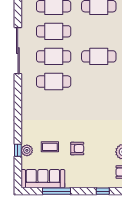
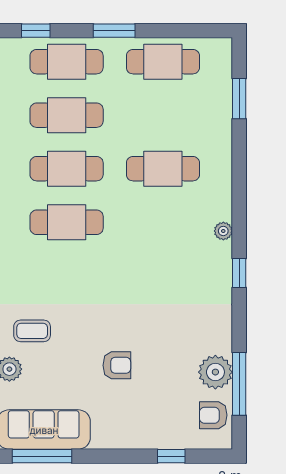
coffee table: (50, 147) -> (32, 331), moved
window: (56, 191) -> (42, 456), moved

